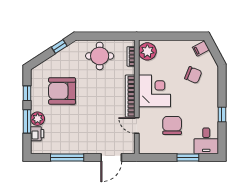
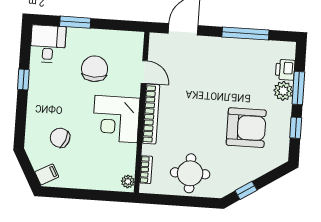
plant: (147, 51) -> (128, 181), width x0.53, depth x0.53
chair: (172, 125) -> (95, 69), turned 180

